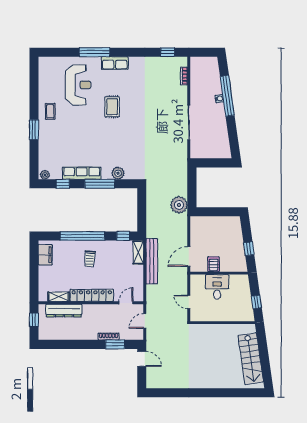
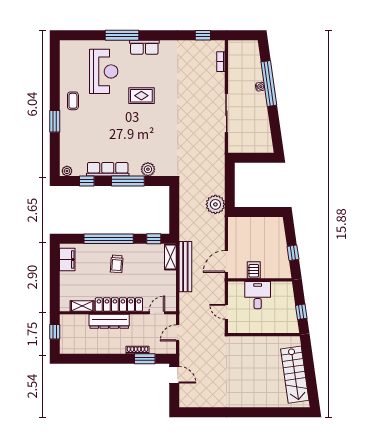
rug: (112, 107) -> (141, 96), turned 90
dresser: (64, 311) -> (109, 321), moved

